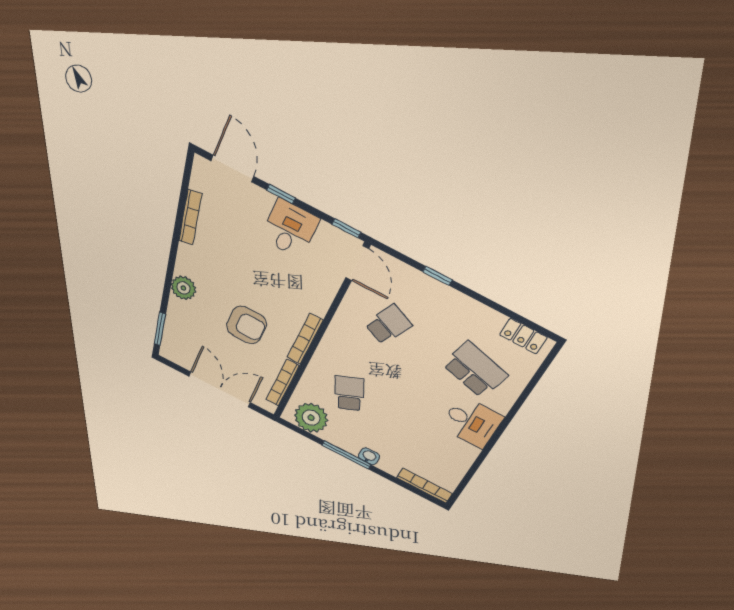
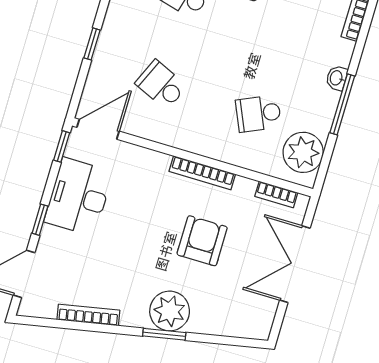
desk: (290, 229) -> (79, 197), width x1.37
plant: (183, 288) -> (170, 311), width x1.36, depth x1.36
window: (160, 329) -> (164, 334), moved
bookcase: (283, 383) -> (276, 194), width x0.64

